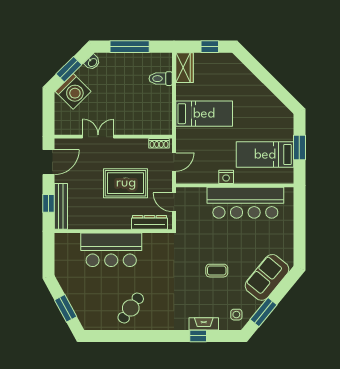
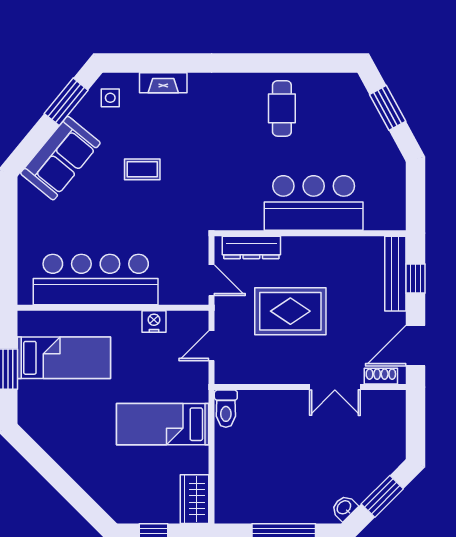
toilet: (161, 79) -> (226, 409), moved, turned 90
washing machine: (73, 91) -> (375, 460), removed
shoe rack: (159, 143) -> (381, 376), moved
nightstand: (226, 177) -> (154, 321), moved
cafe table: (131, 308) -> (282, 108), turned -36
window: (198, 336) -> (172, 63), removed

